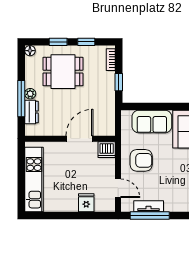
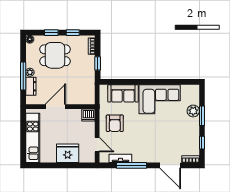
door: (79, 139) -> (55, 107), moved
armchair: (141, 160) -> (115, 123), turned 90
fridge: (86, 203) -> (68, 153), width x1.88, depth x1.34
window: (150, 215) -> (132, 165), moved

